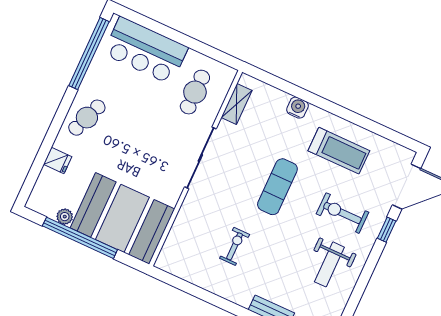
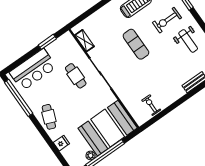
window: (201, 48) -> (47, 42), added
cafe table: (195, 92) -> (76, 76), moved
water cooler: (298, 108) -> (103, 12), removed
exercise bike: (235, 246) -> (151, 105), moved

